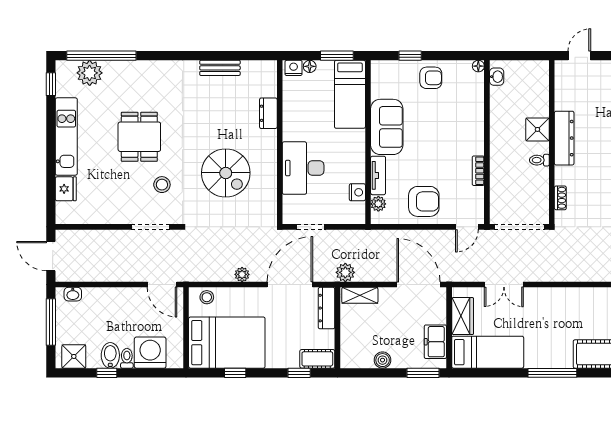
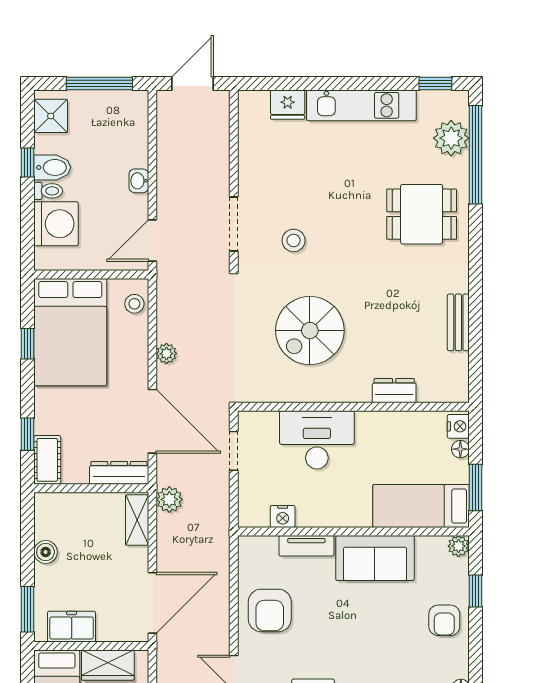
dining table: (139, 137) -> (422, 214), moved
plant: (378, 204) -> (459, 546), moved
washbasin: (73, 294) -> (139, 181), moved

